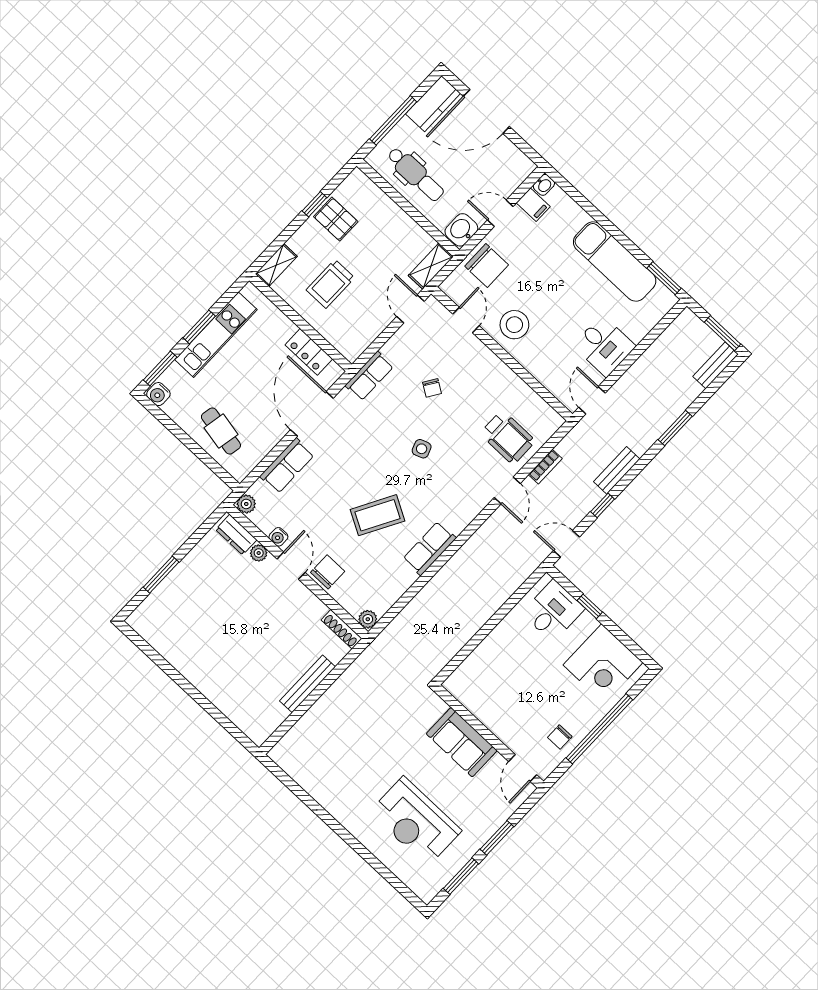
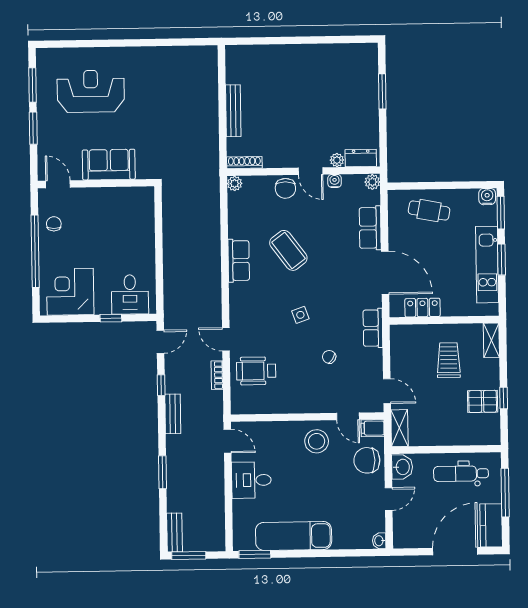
filing cabinet: (533, 205) -> (373, 428), moved
coffee table: (377, 515) -> (288, 250), turned -66

